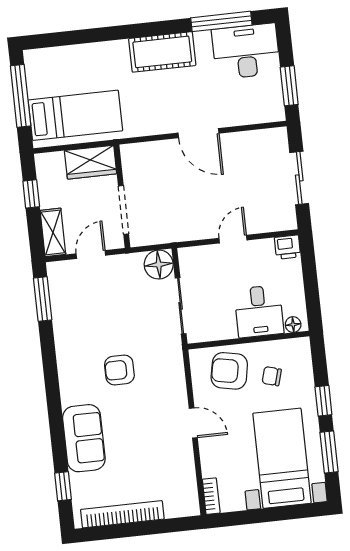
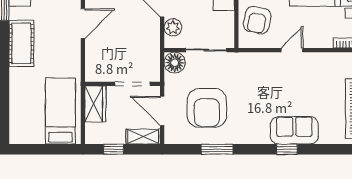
window: (21, 96) -> (42, 149), removed
door: (91, 255) -> (162, 111), width x1.38
plant: (207, 257) -> (173, 27), added
window: (43, 299) -> (217, 149), moved
armchair: (119, 370) -> (207, 108), moved, width x1.88, depth x1.88
window: (63, 486) -> (287, 149), moved

